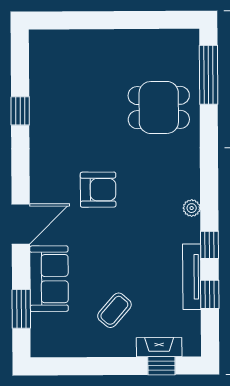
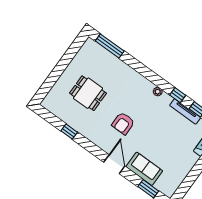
dining table: (159, 107) -> (88, 93), moved, turned 90
armchair: (98, 190) -> (123, 123), turned 180
coffee table: (114, 310) -> (176, 152), removed

